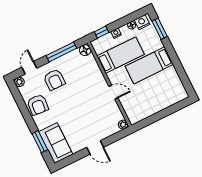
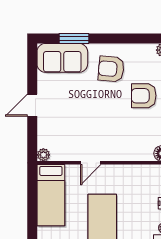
bed: (121, 55) -> (51, 195), moved
armchair: (38, 105) -> (111, 69), moved

